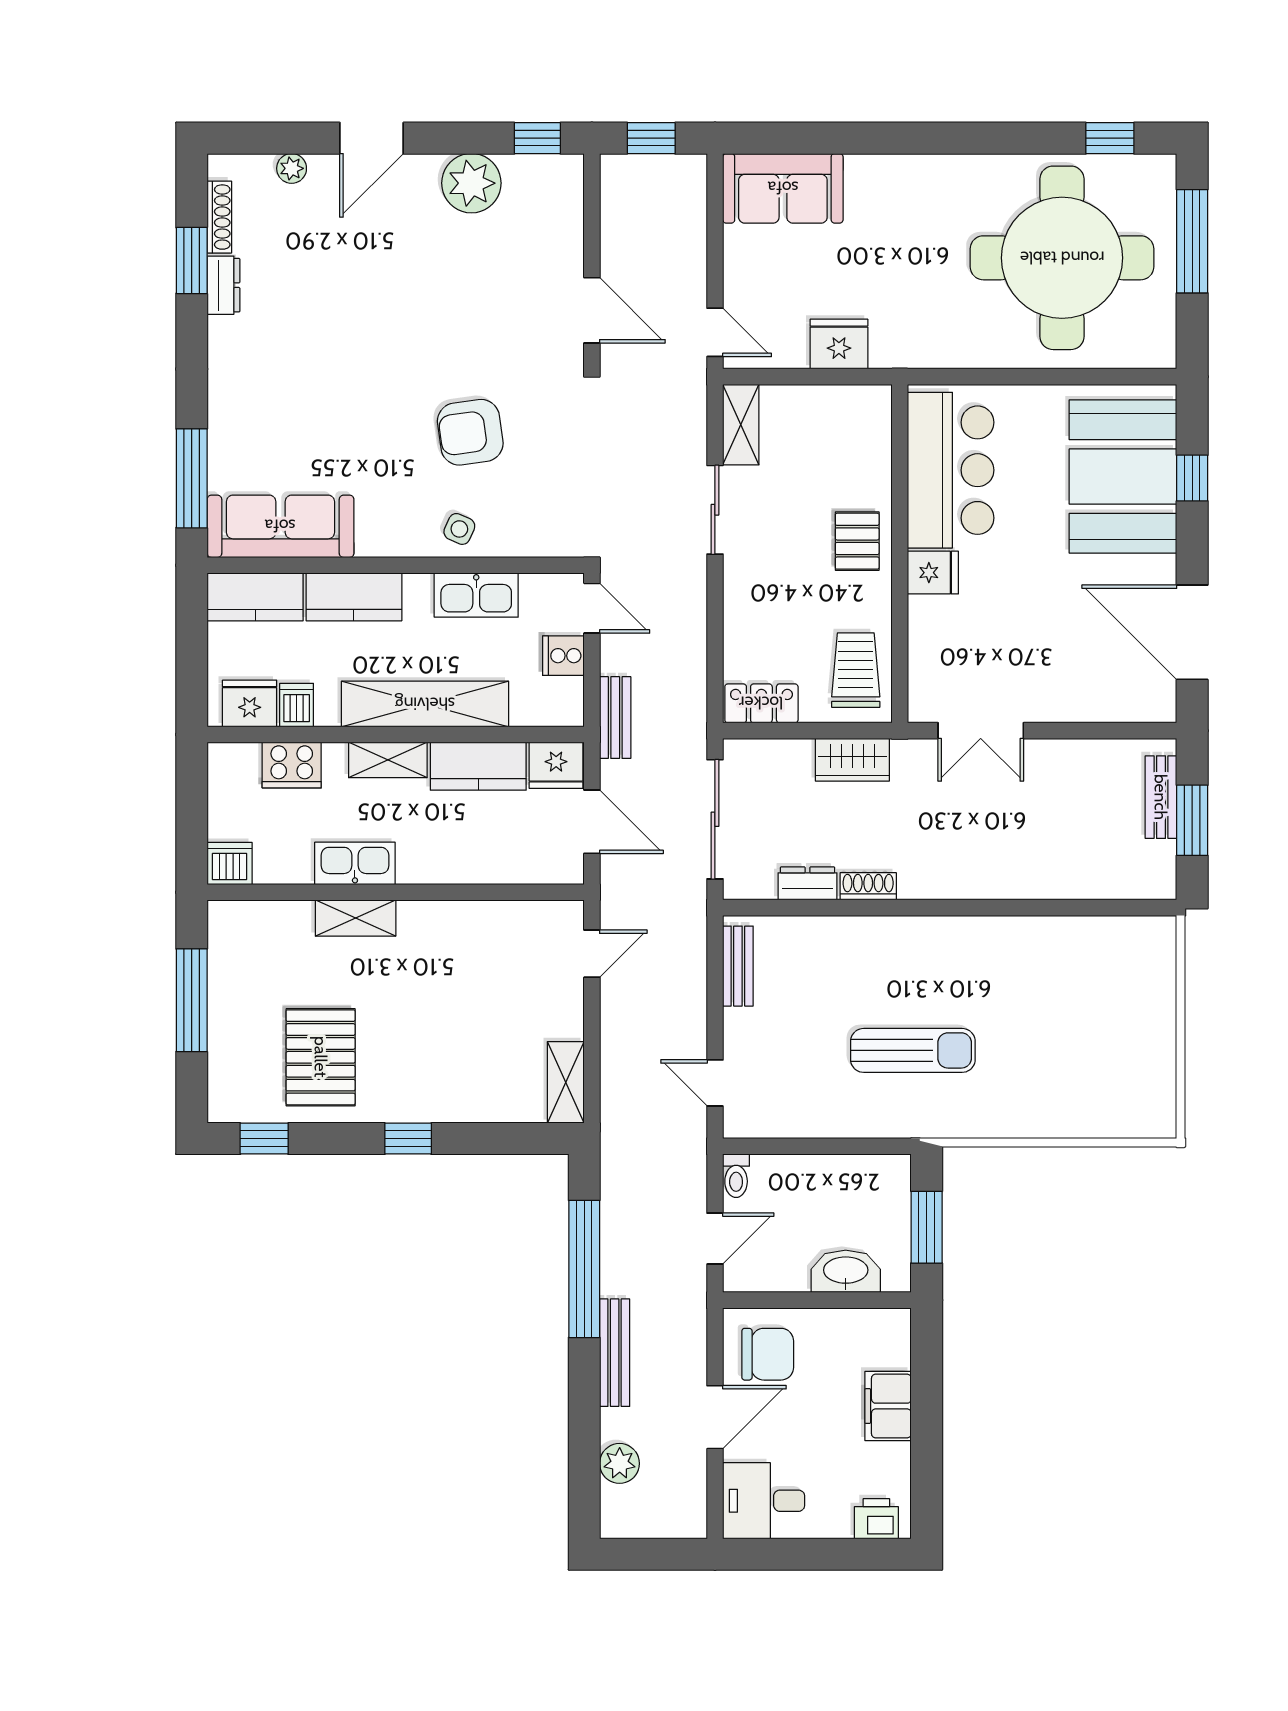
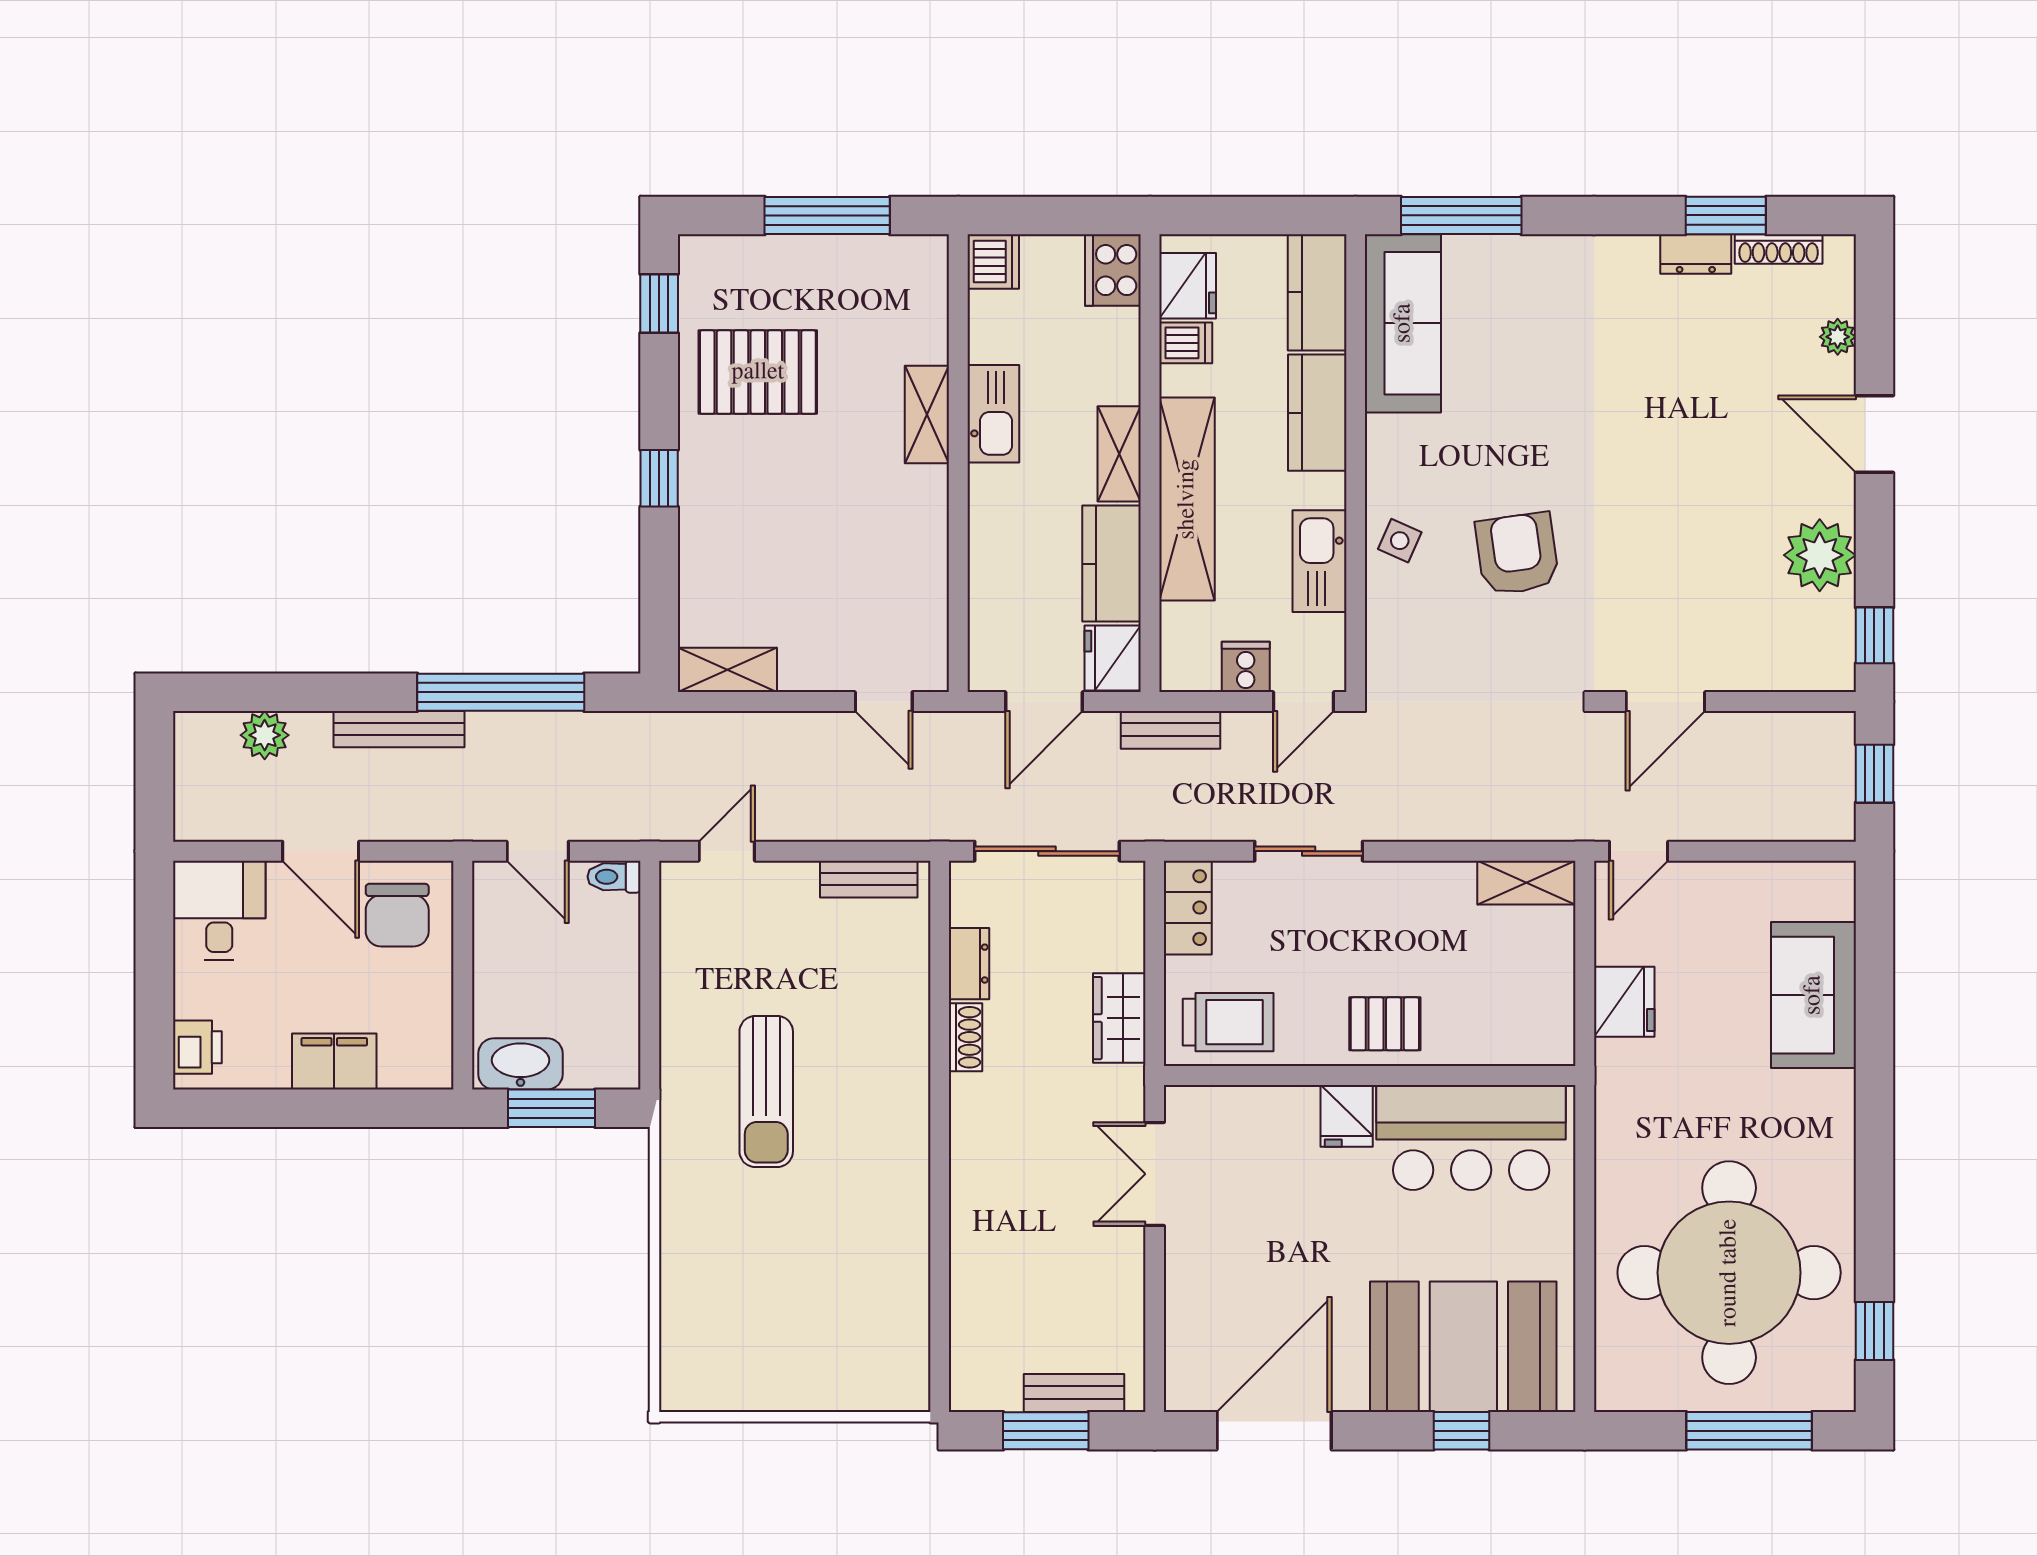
sofa: (783, 188) -> (1813, 995), moved
sliding door: (715, 510) -> (1309, 851), moved
cooker: (292, 765) -> (1113, 270), moved
washbasin: (846, 1271) -> (521, 1064), moved, turned -90

